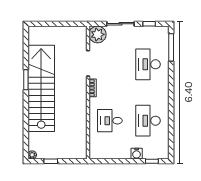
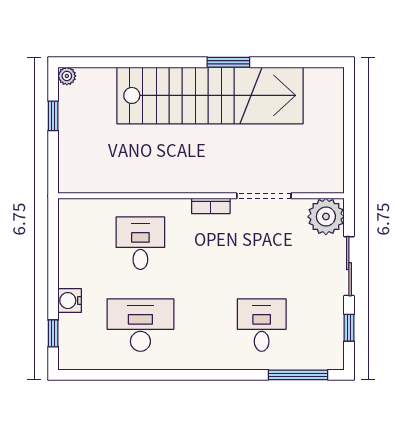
desk: (148, 64) -> (262, 325), width x0.73

